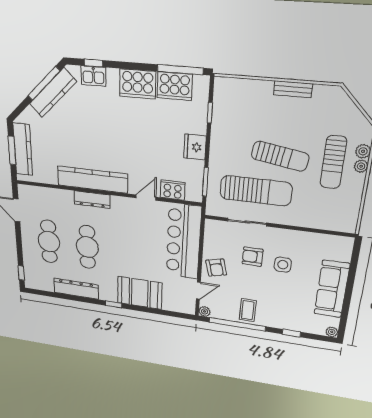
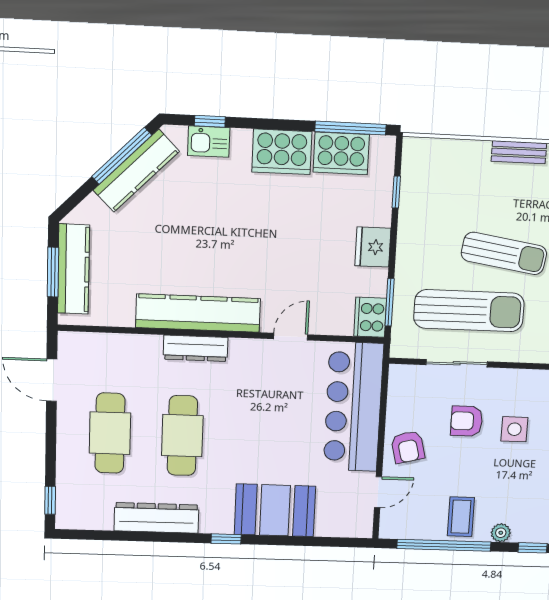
cooker: (173, 190) -> (370, 317), moved, turned -90
plant: (205, 311) -> (501, 533), moved

